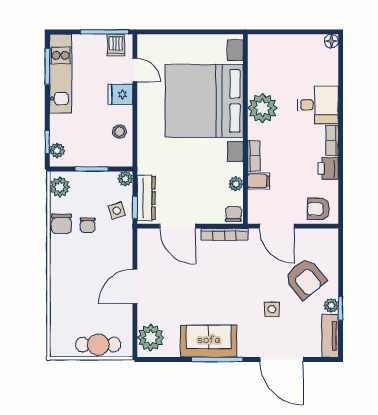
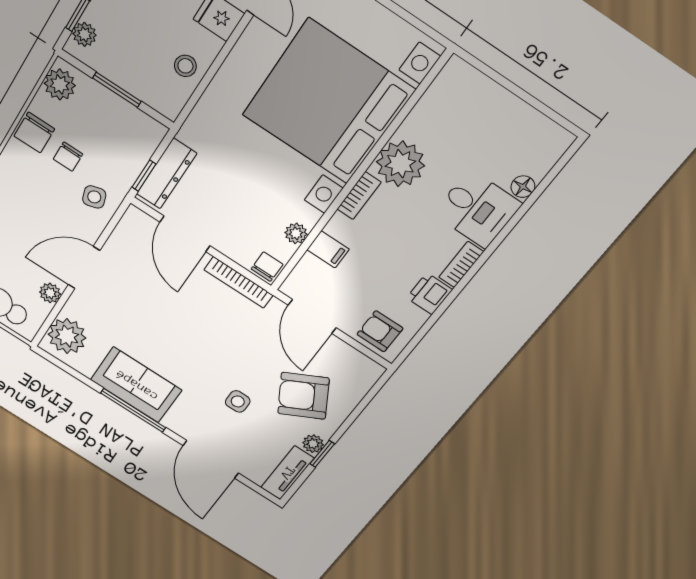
floor lamp: (331, 41) -> (523, 187), moved
bookcase: (254, 156) -> (359, 196), moved
plant: (125, 179) -> (50, 293), moved
side table: (117, 211) -> (94, 197), moved
armchair: (305, 279) -> (303, 396), turned 100

